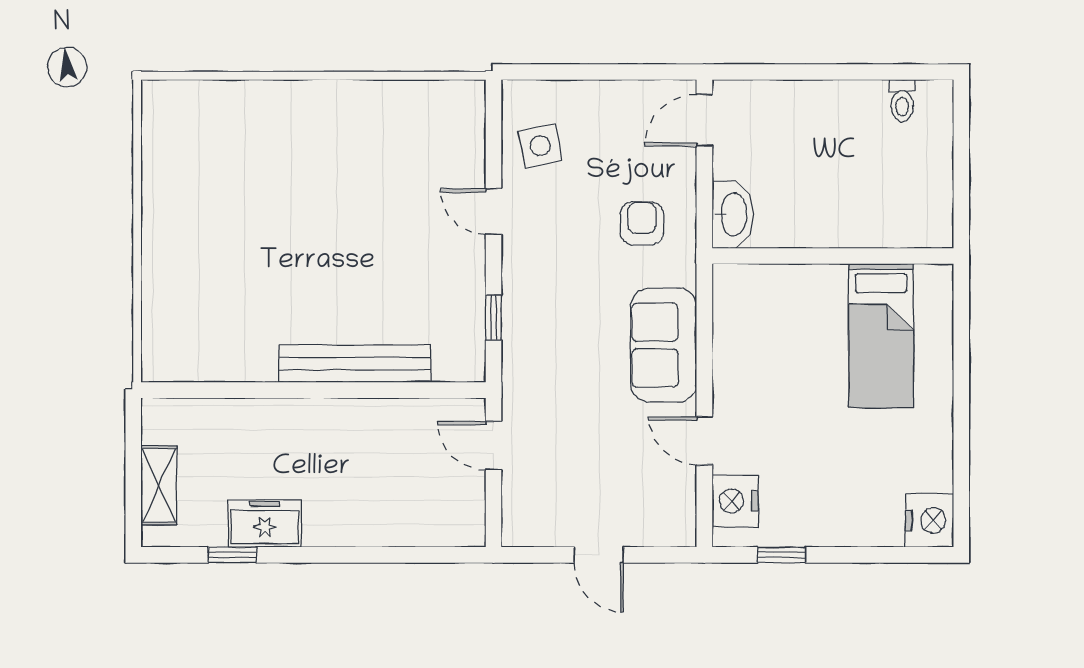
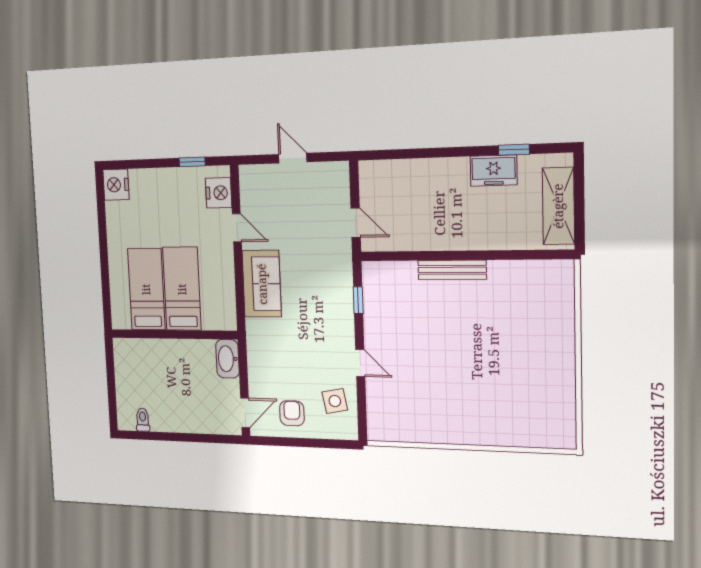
armchair: (642, 223) -> (292, 413), moved, turned 180
bed: (813, 337) -> (182, 289), added
bench: (355, 364) -> (452, 270), width x0.73, depth x0.82
shelving: (159, 485) -> (558, 206), width x1.50, depth x1.33

